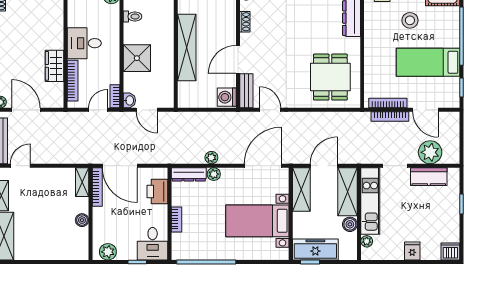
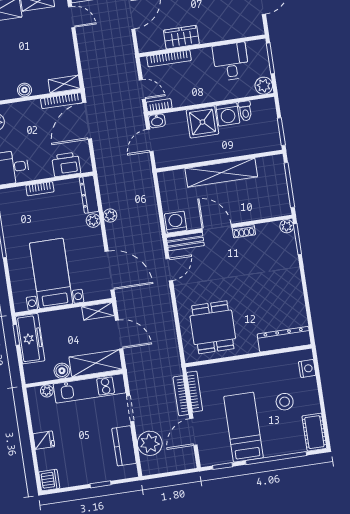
shoe rack: (245, 22) -> (244, 231), moved
washing machine: (133, 33) -> (228, 114), added
desk: (84, 43) -> (231, 62), moved
dining table: (330, 77) -> (213, 327), turned 90
shelving: (301, 190) -> (98, 311), width x0.67, depth x0.75

